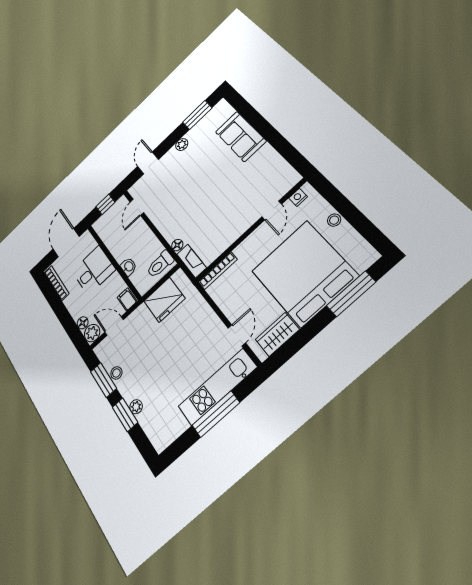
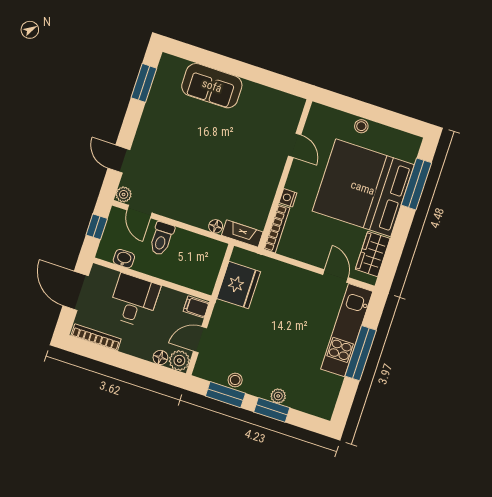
plant: (182, 145) -> (124, 194), moved
nightstand: (298, 197) -> (288, 198), moved
toilet: (160, 264) -> (162, 239), moved
washbasin: (129, 267) -> (124, 259), moved

